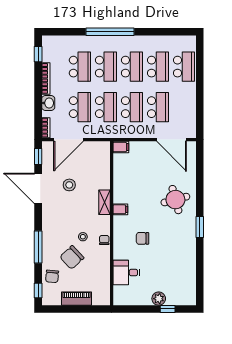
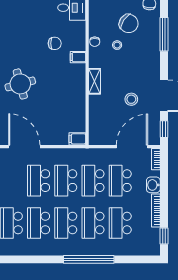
filing cabinet: (120, 209) -> (78, 57), moved
chair: (72, 257) -> (129, 23), turned 77

